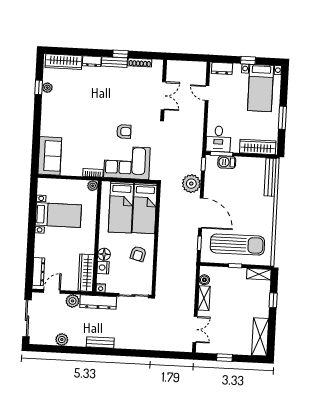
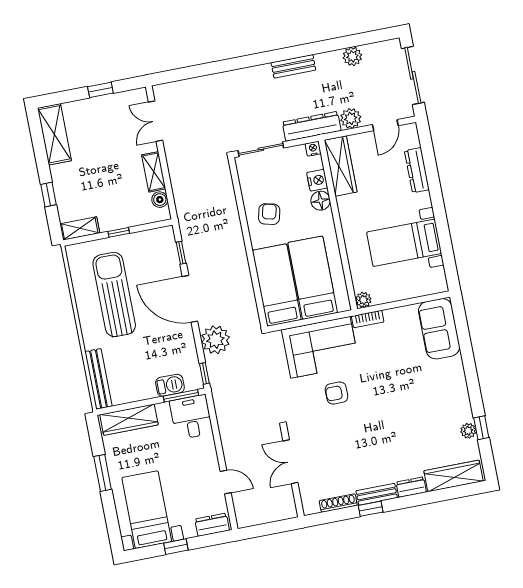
sun lounger: (237, 245) -> (114, 294), moved, turned 90
dresser: (38, 272) -> (417, 170), moved

